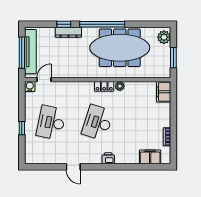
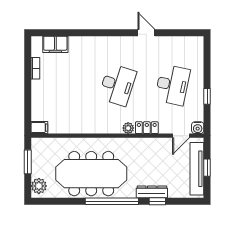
window: (22, 53) -> (207, 168), width x0.46
locker: (104, 86) -> (147, 128), moved
plant: (120, 86) -> (128, 128), moved
filing cabinet: (164, 92) -> (39, 128), width x0.50
window: (22, 128) -> (207, 96), moved
printer: (108, 158) -> (105, 43), removed

